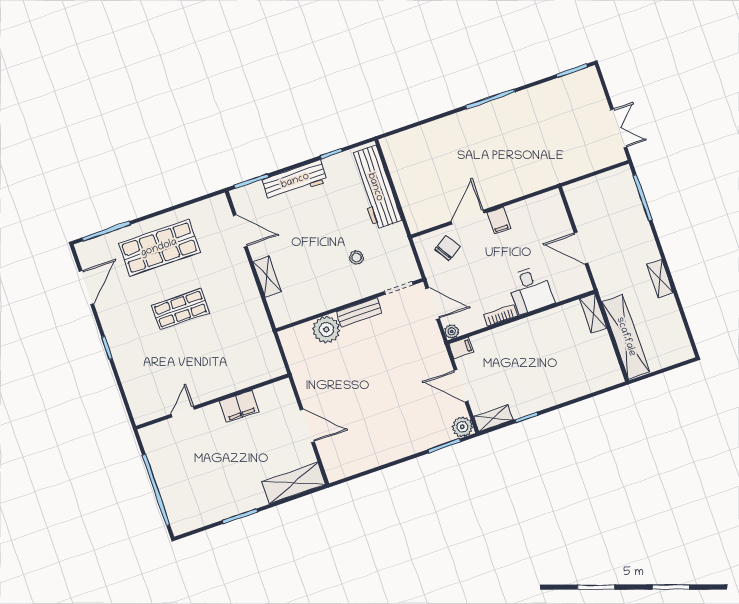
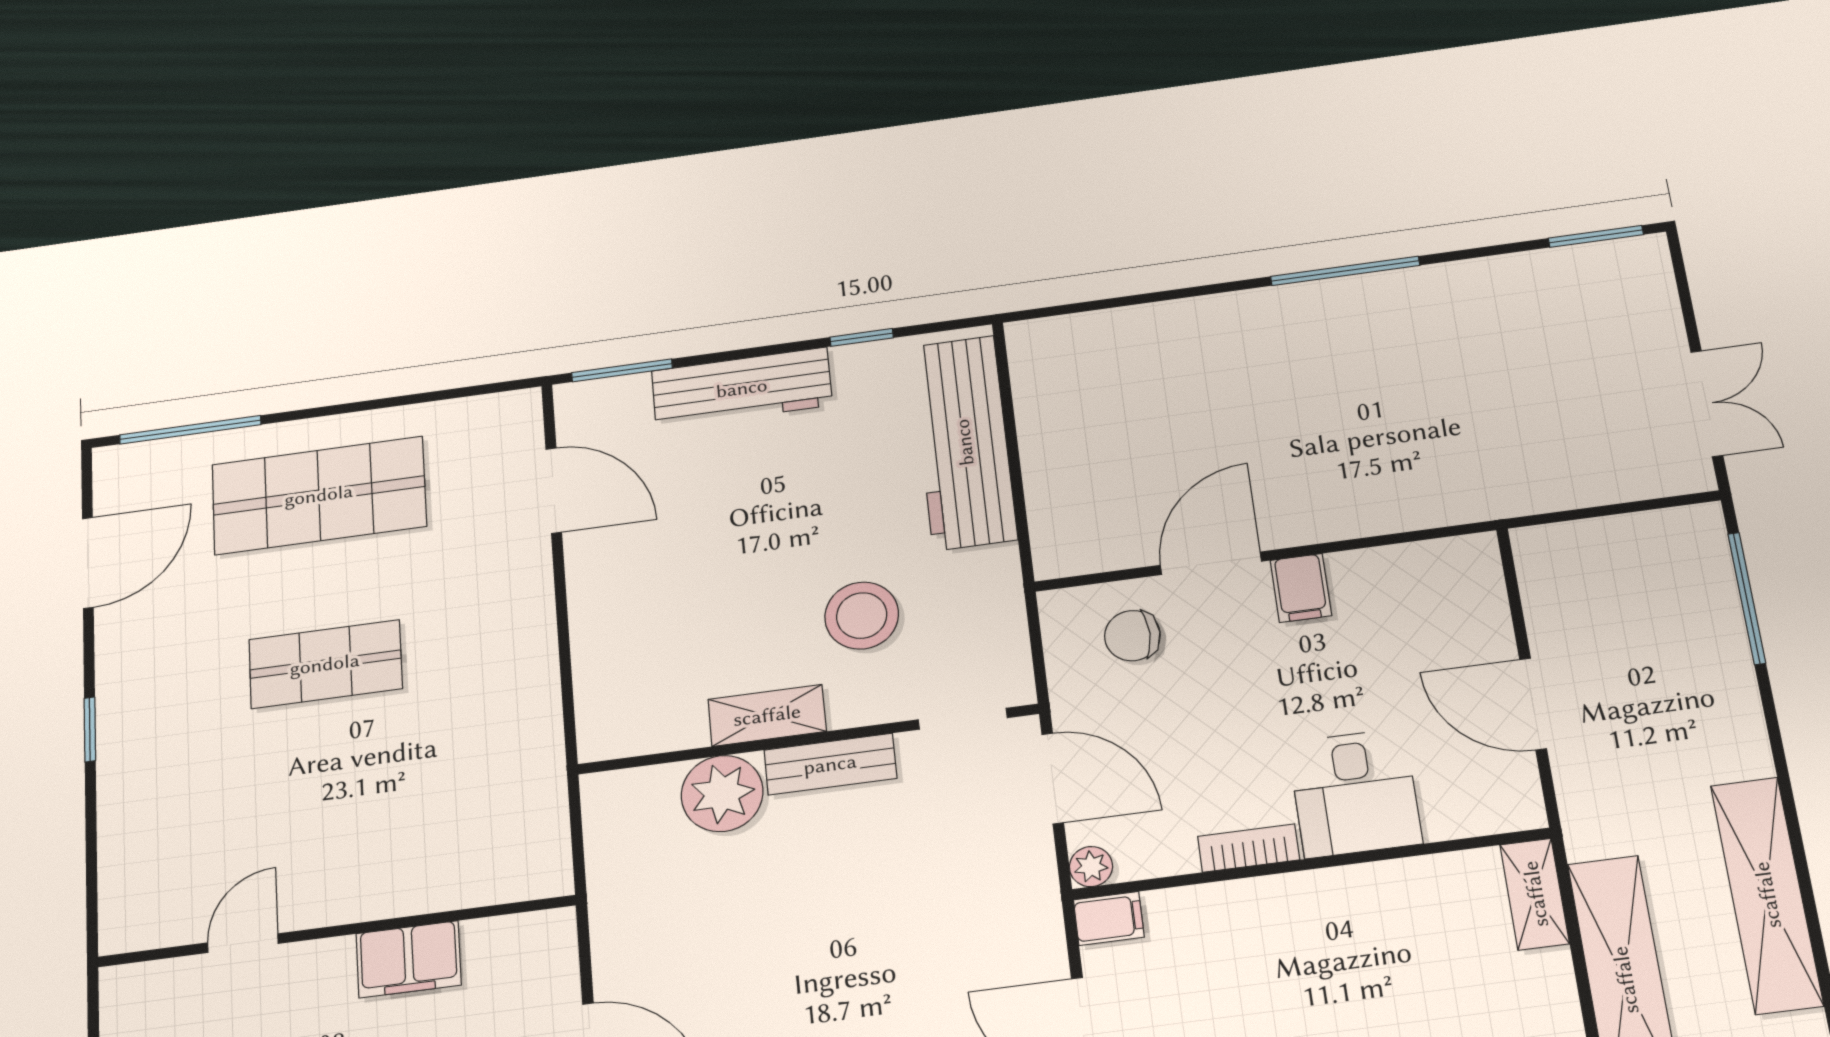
chair: (447, 248) -> (1132, 636), turned -148
stool: (357, 258) -> (862, 616), width x1.89, depth x1.89
shelving: (267, 276) -> (767, 715), moved, turned 90
shelving: (660, 278) -> (1767, 895), width x2.20, depth x1.33

